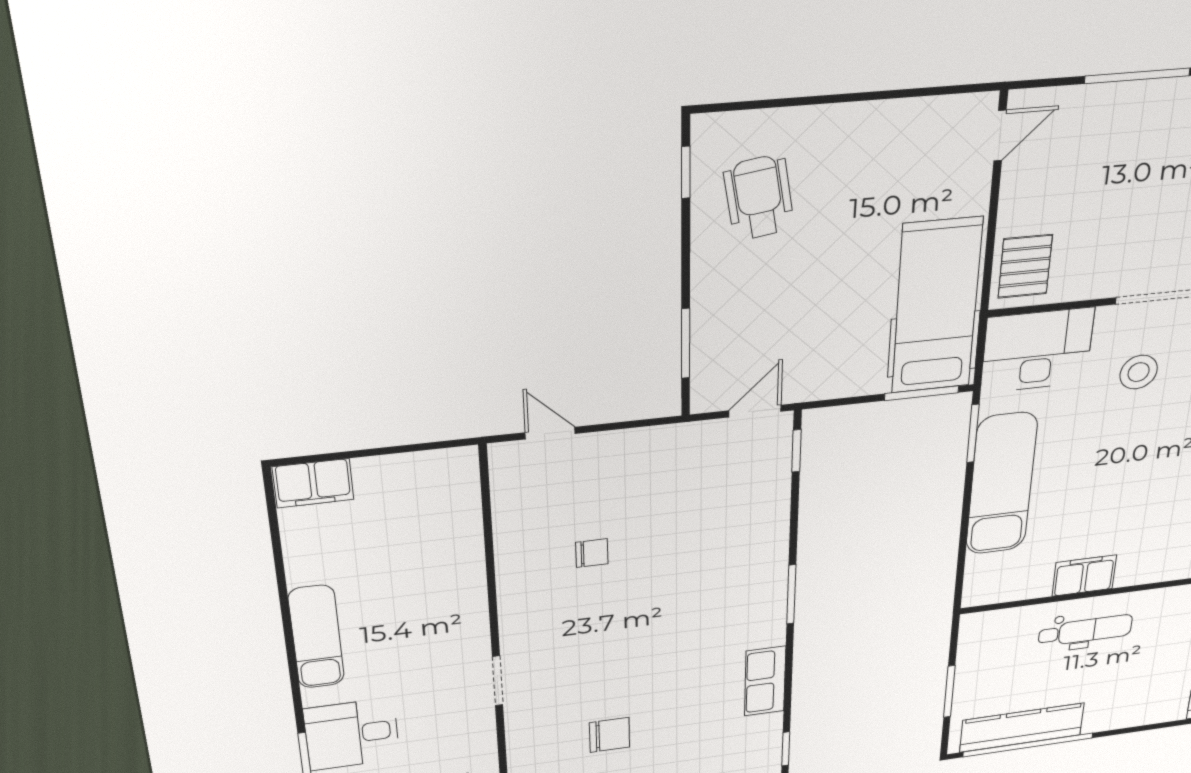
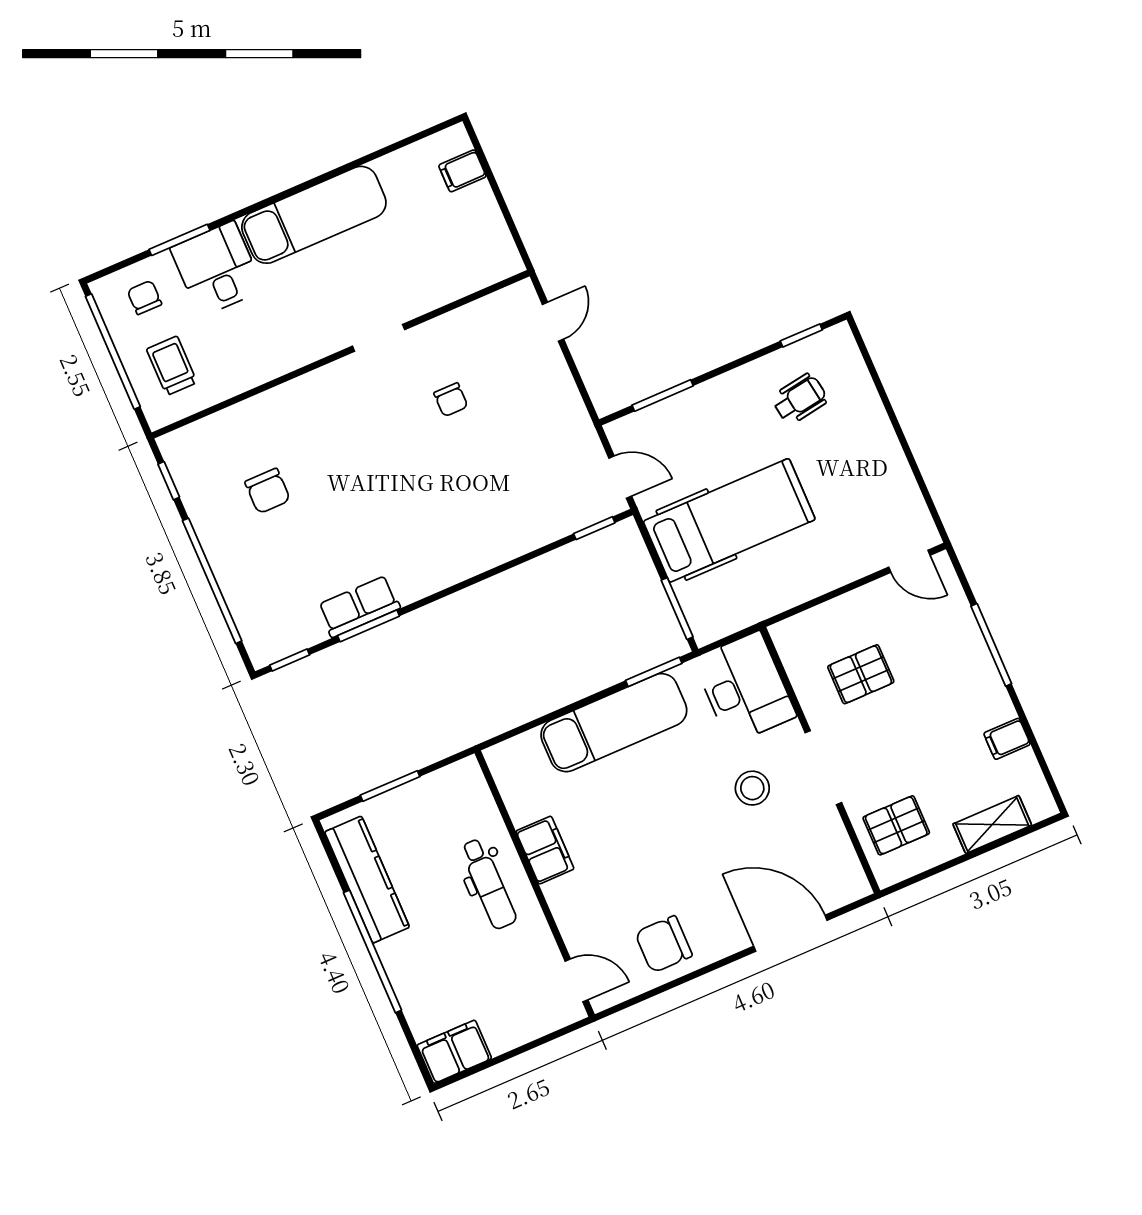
wheelchair: (759, 198) -> (800, 399), width x0.73, depth x0.73
pallet: (1025, 266) -> (861, 674), moved
hospital bed: (937, 306) -> (729, 520), moved
filing cabinet: (313, 483) -> (462, 171), width x0.50
window: (791, 594) -> (369, 626), moved
exam couch: (316, 637) -> (314, 215), width x1.36, depth x1.45
doorway: (498, 681) -> (379, 338), moved
window: (1028, 745) -> (372, 951), moved

